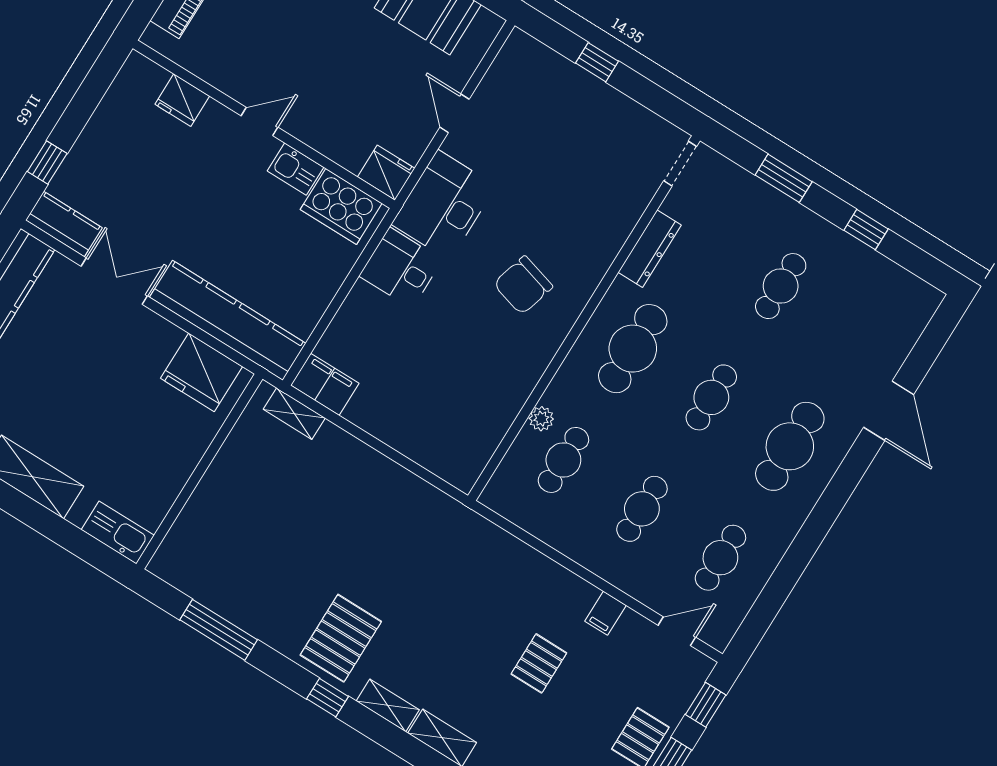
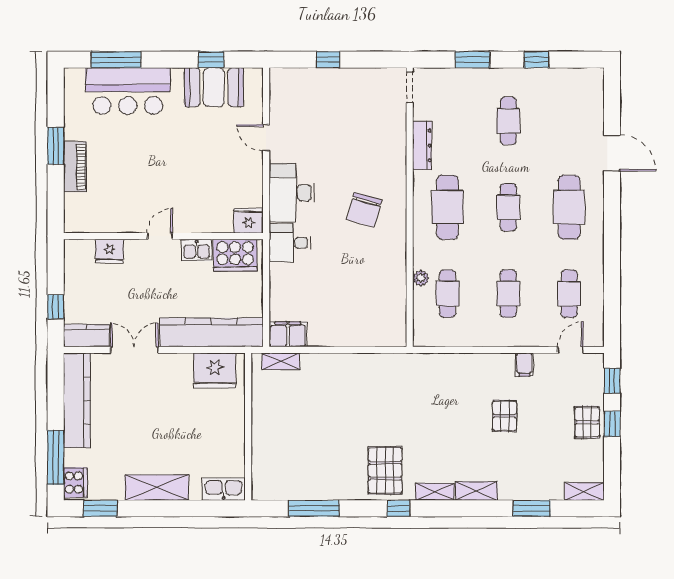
fridge: (182, 100) -> (109, 251), moved
door: (259, 122) -> (160, 236), moved
wall: (264, 124) -> (163, 236), moved
kitchen sink: (296, 169) -> (197, 250), moved
fridge: (386, 173) -> (249, 221), moved
cooker: (341, 206) -> (235, 255), moved

